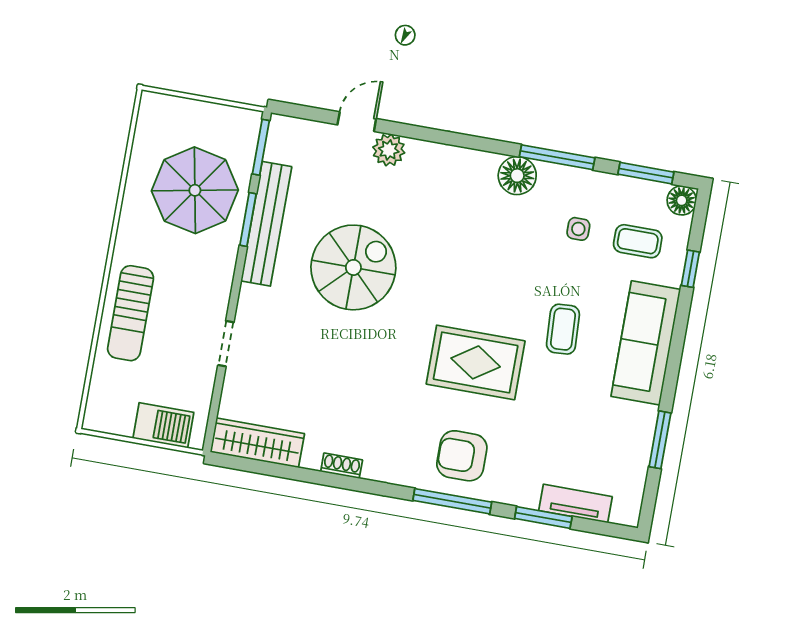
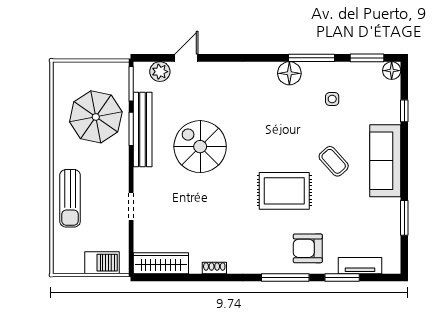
plant: (389, 150) -> (160, 72), moved
coffee table: (638, 241) -> (369, 100), removed
spiral stairs: (353, 267) -> (200, 147), turned -90
coffee table: (563, 329) -> (334, 161), turned -39
armchair: (462, 456) -> (308, 248), moved

